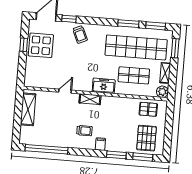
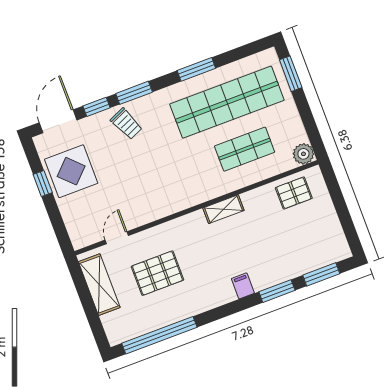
window: (156, 26) -> (134, 93), moved
shelving: (165, 73) -> (294, 121), removed
freezer: (104, 86) -> (204, 189), removed
door: (65, 91) -> (117, 238), moved
shelving: (90, 99) -> (223, 209), moved
trolley: (84, 131) -> (207, 276), removed
pallet: (147, 138) -> (157, 273), moved, turned 90

